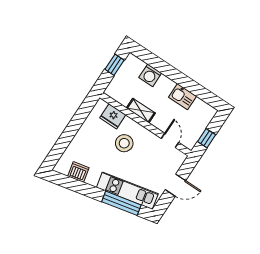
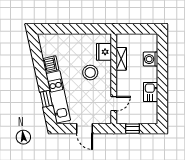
window: (114, 65) -> (141, 29), removed
shelving: (141, 111) -> (121, 59), moved
dishwasher: (78, 172) -> (51, 64), moved
window: (121, 203) -> (46, 99), width x0.46

